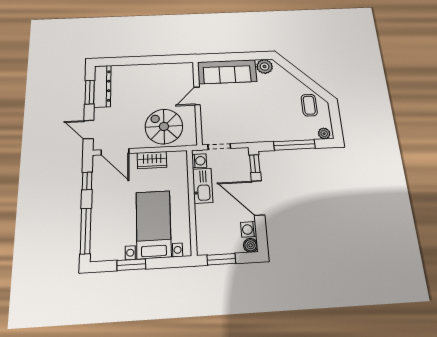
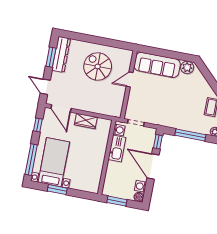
spiral stairs: (164, 126) -> (98, 66), moved
bed with nightstands: (153, 224) -> (54, 162), moved

